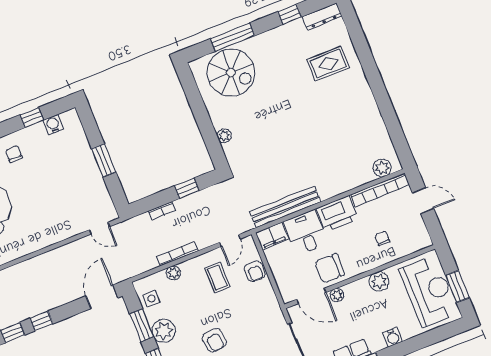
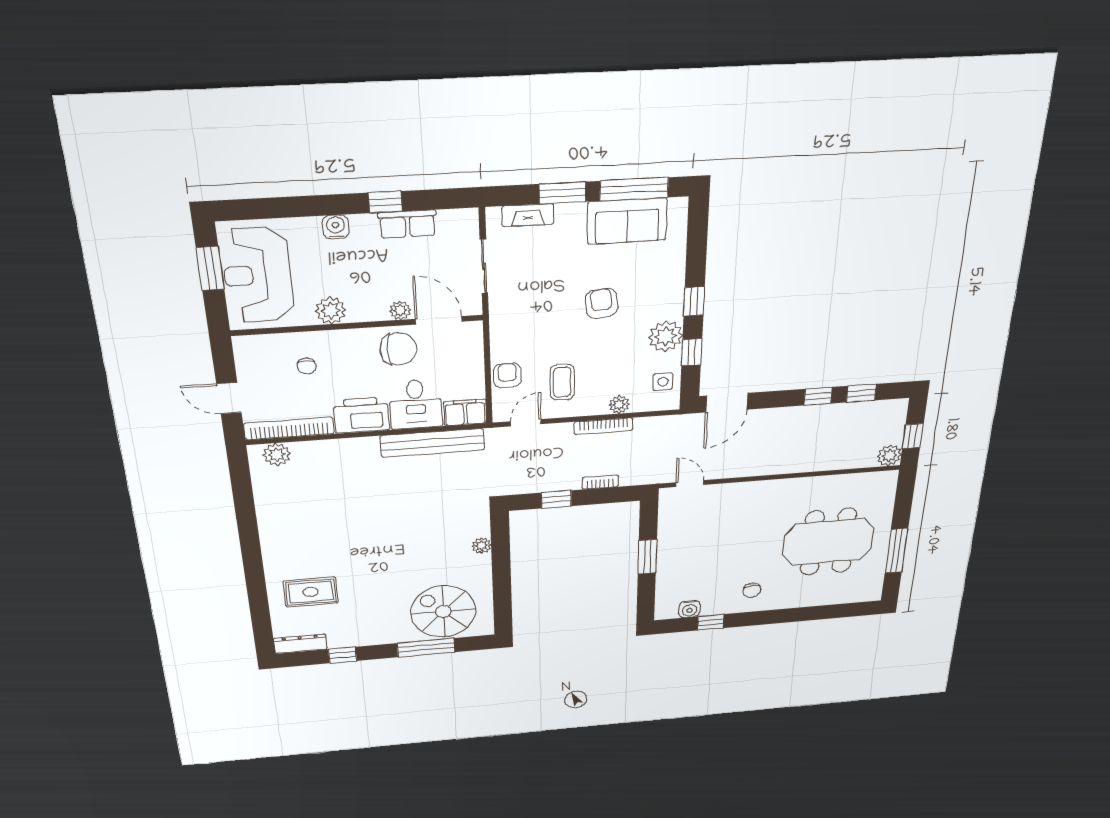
window: (142, 325) -> (692, 352), width x0.67

